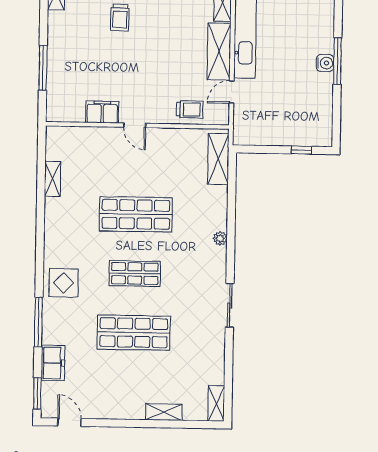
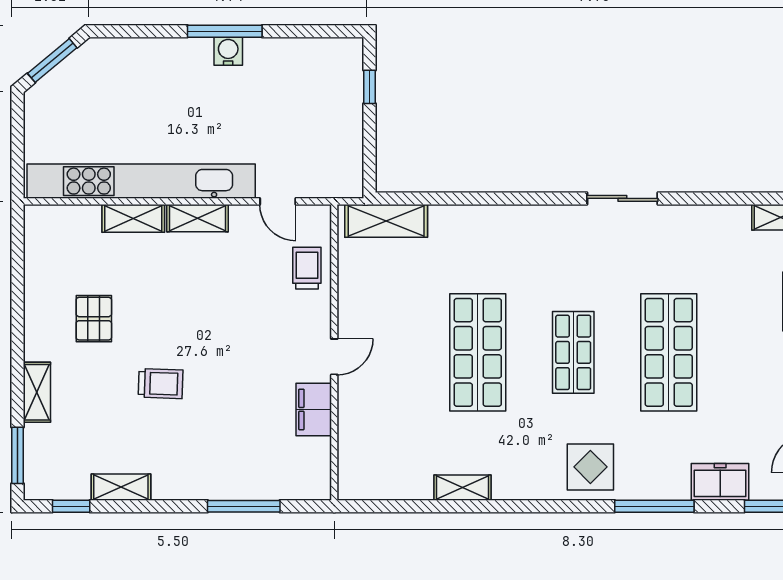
shelving: (219, 52) -> (198, 218), width x0.67, depth x0.75
shelving: (53, 179) -> (462, 488), moved
plant: (220, 238) -> (514, 216), removed

